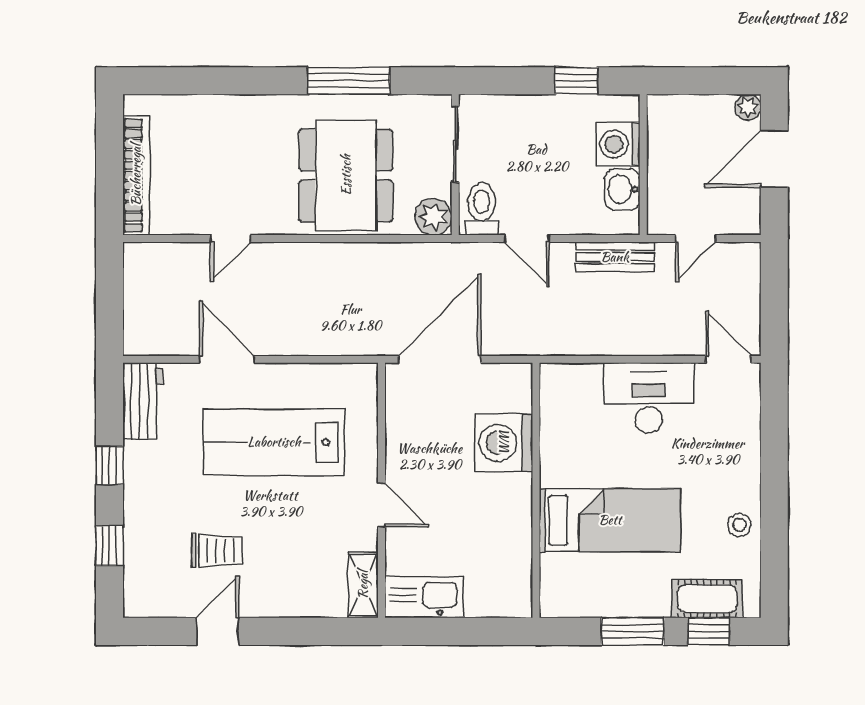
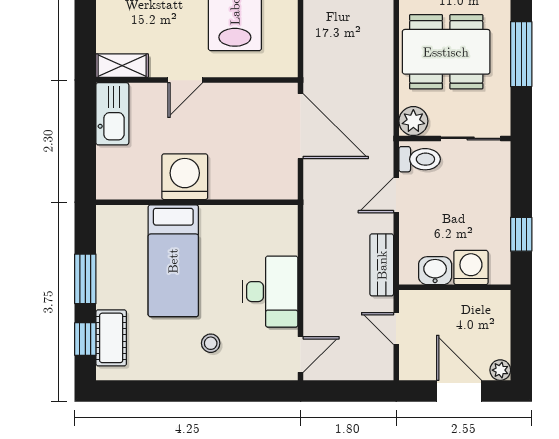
washing machine: (504, 443) -> (185, 177), moved
stool: (739, 525) -> (211, 343), moved

